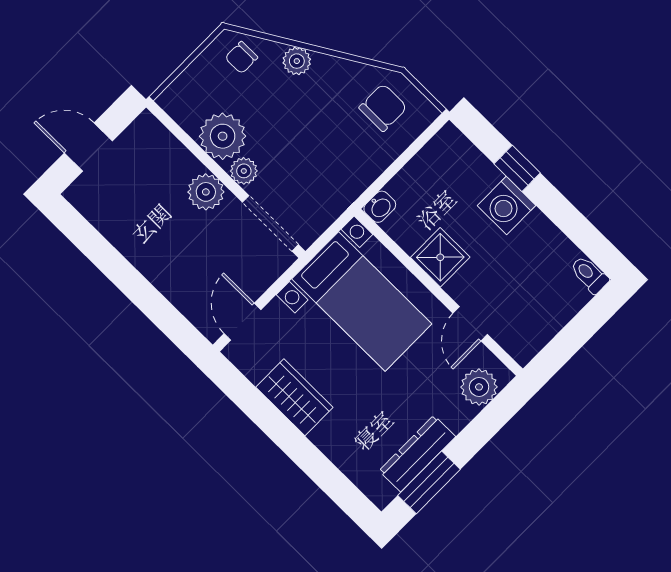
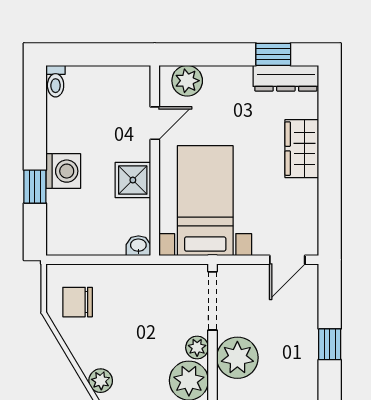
plant: (206, 192) -> (237, 358), width x1.36, depth x1.36
window: (135, 286) -> (330, 344), added
wardrobe: (294, 397) -> (302, 149), moved
dresser: (417, 454) -> (286, 78), moved
window: (429, 482) -> (273, 54), width x0.67

